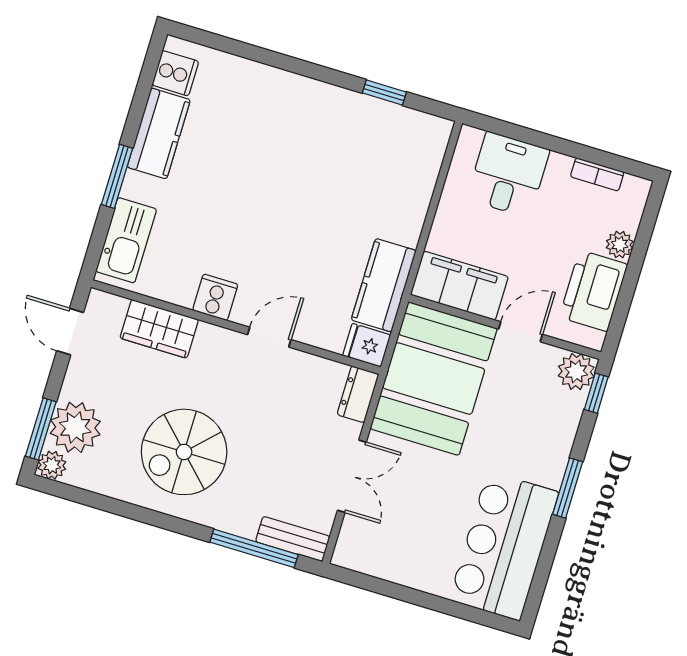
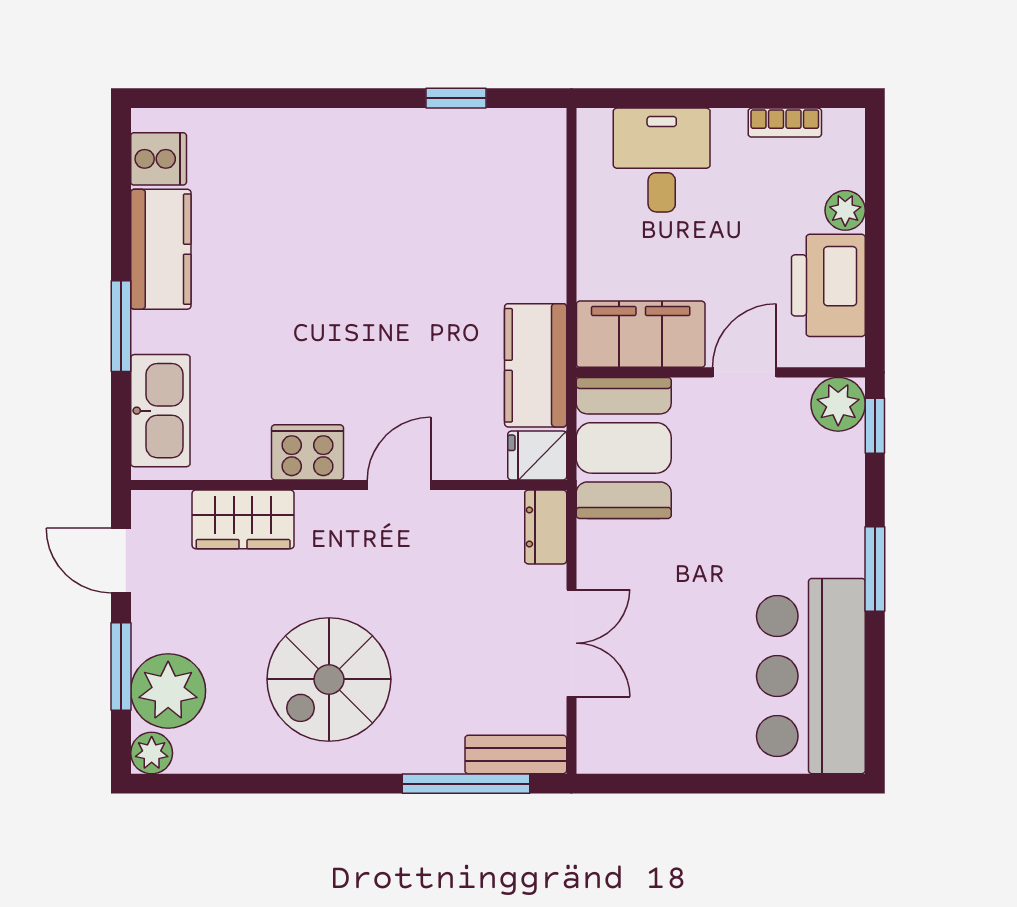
cooker: (215, 297) -> (307, 452), width x1.36
booth: (434, 378) -> (624, 448), width x0.73, depth x0.70
window: (41, 429) -> (121, 666), moved

